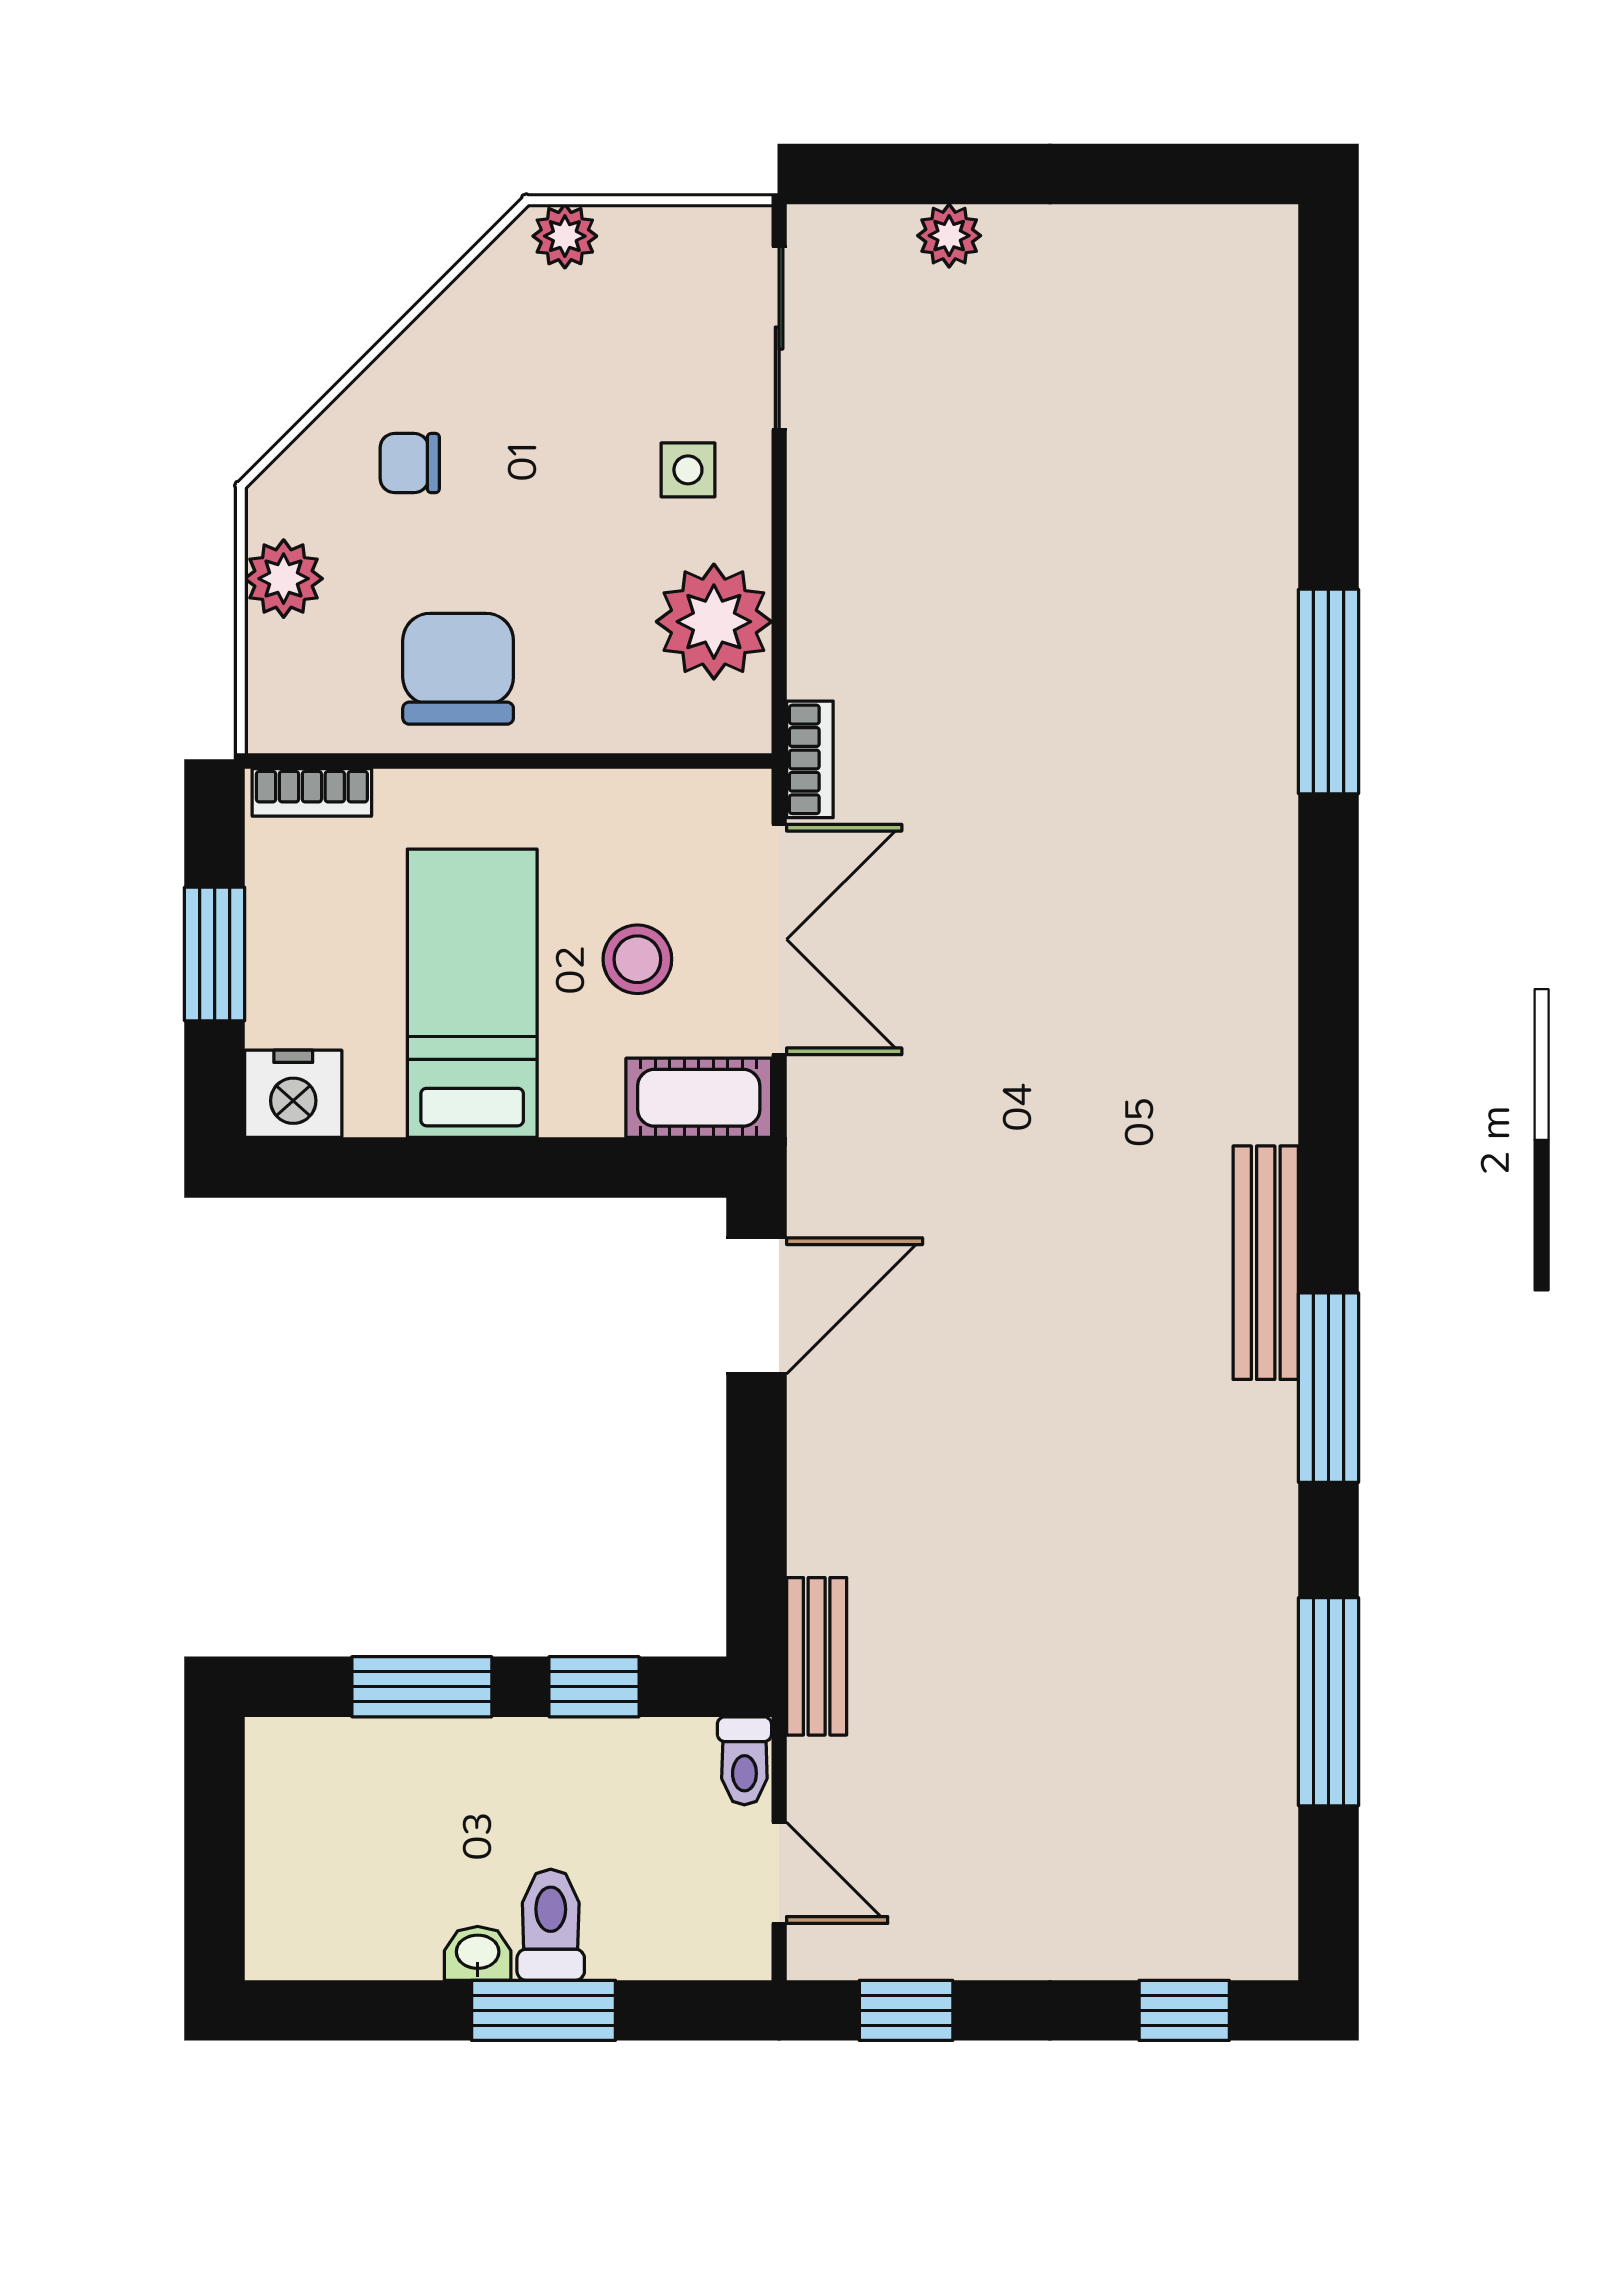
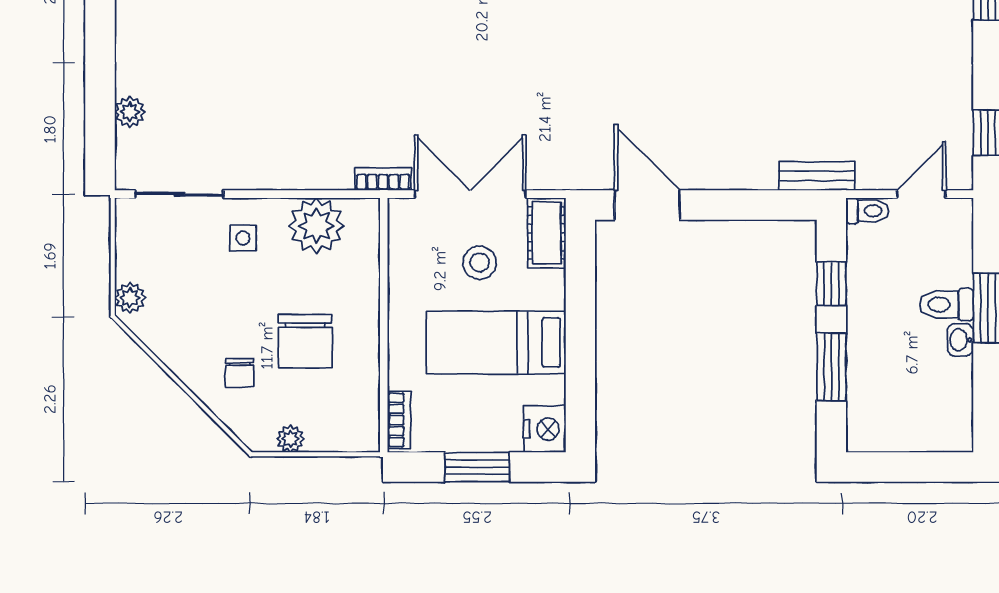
plant: (284, 579) -> (290, 439), width x0.73, depth x0.73
chair: (458, 669) -> (305, 341), moved, turned -90

